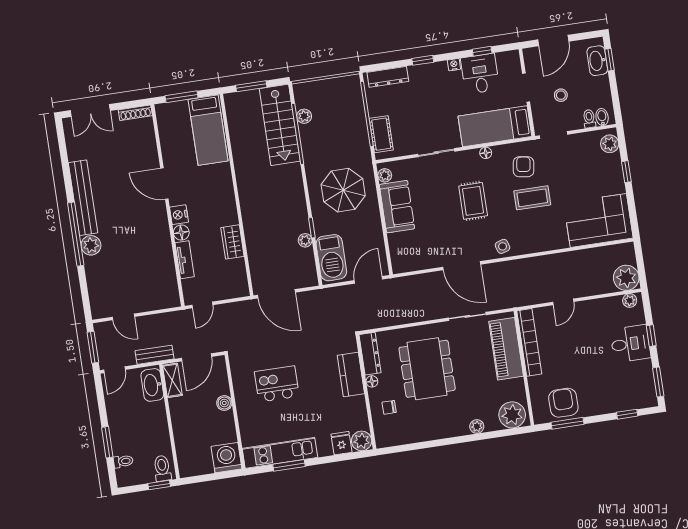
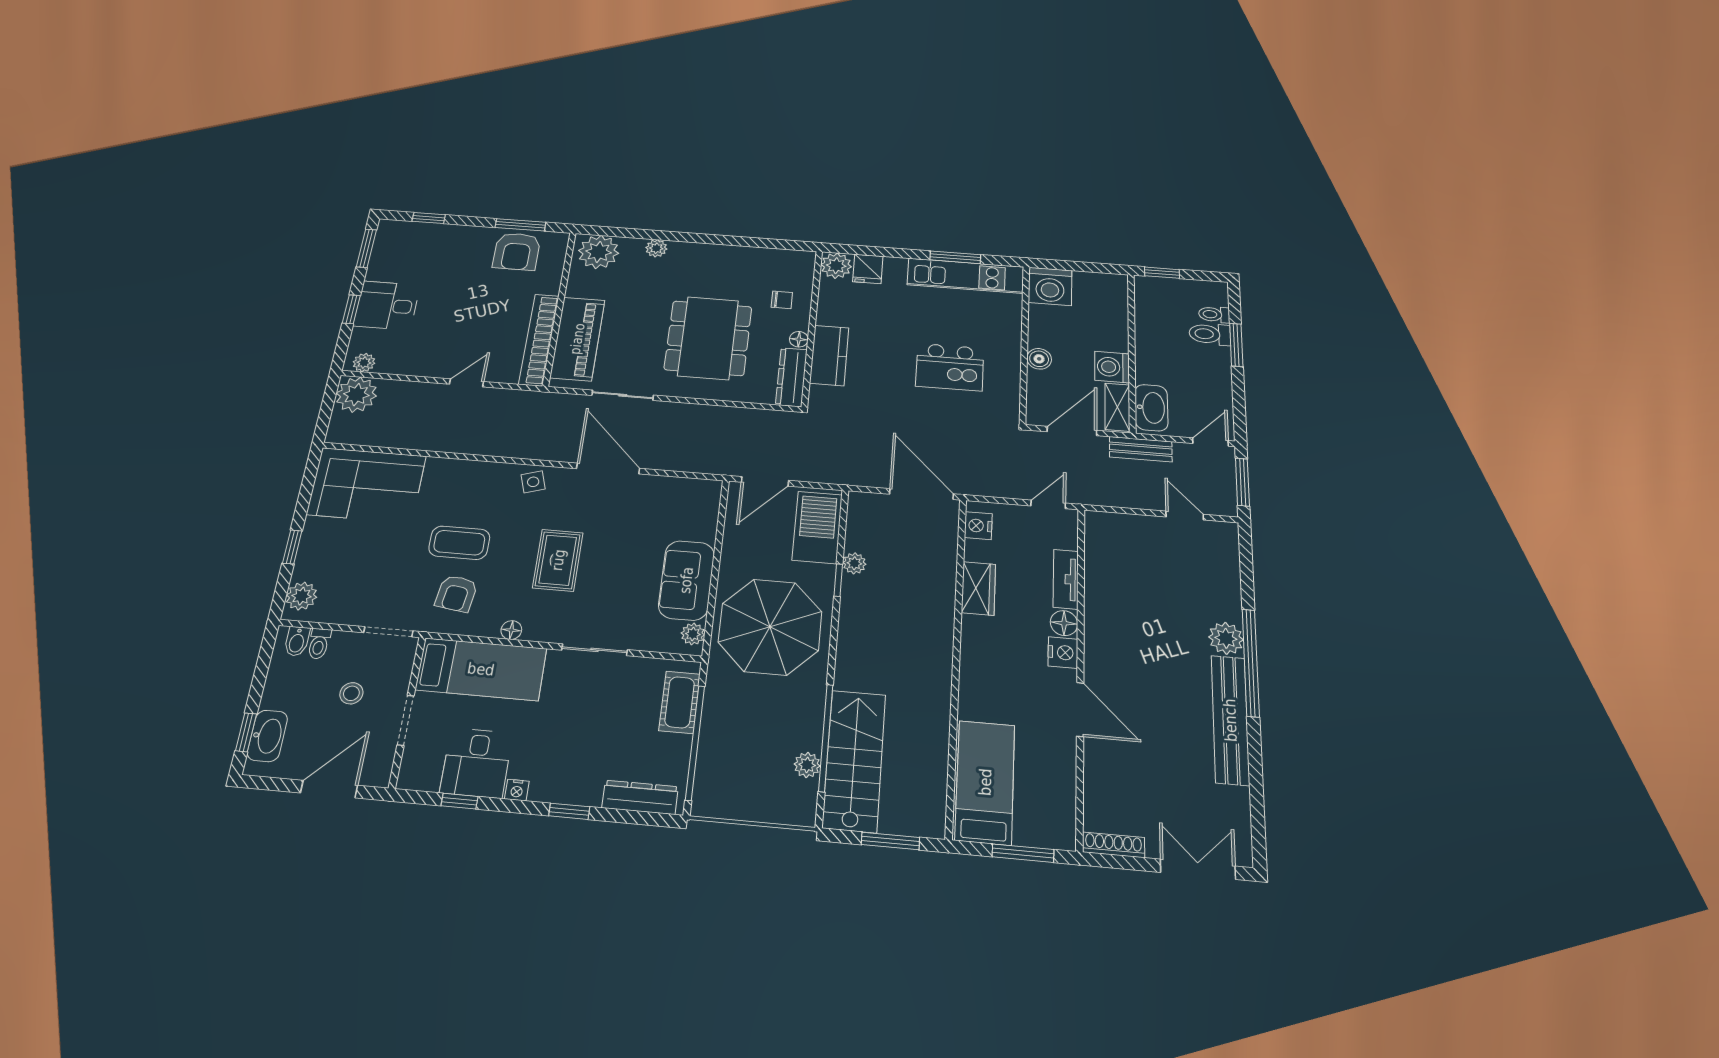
parasol: (343, 190) -> (770, 627), width x1.36, depth x1.36
nightstand: (240, 281) -> (978, 526), added
washing machine: (180, 408) -> (1112, 367), added
toilet: (162, 468) -> (1210, 334), moved, turned 90

